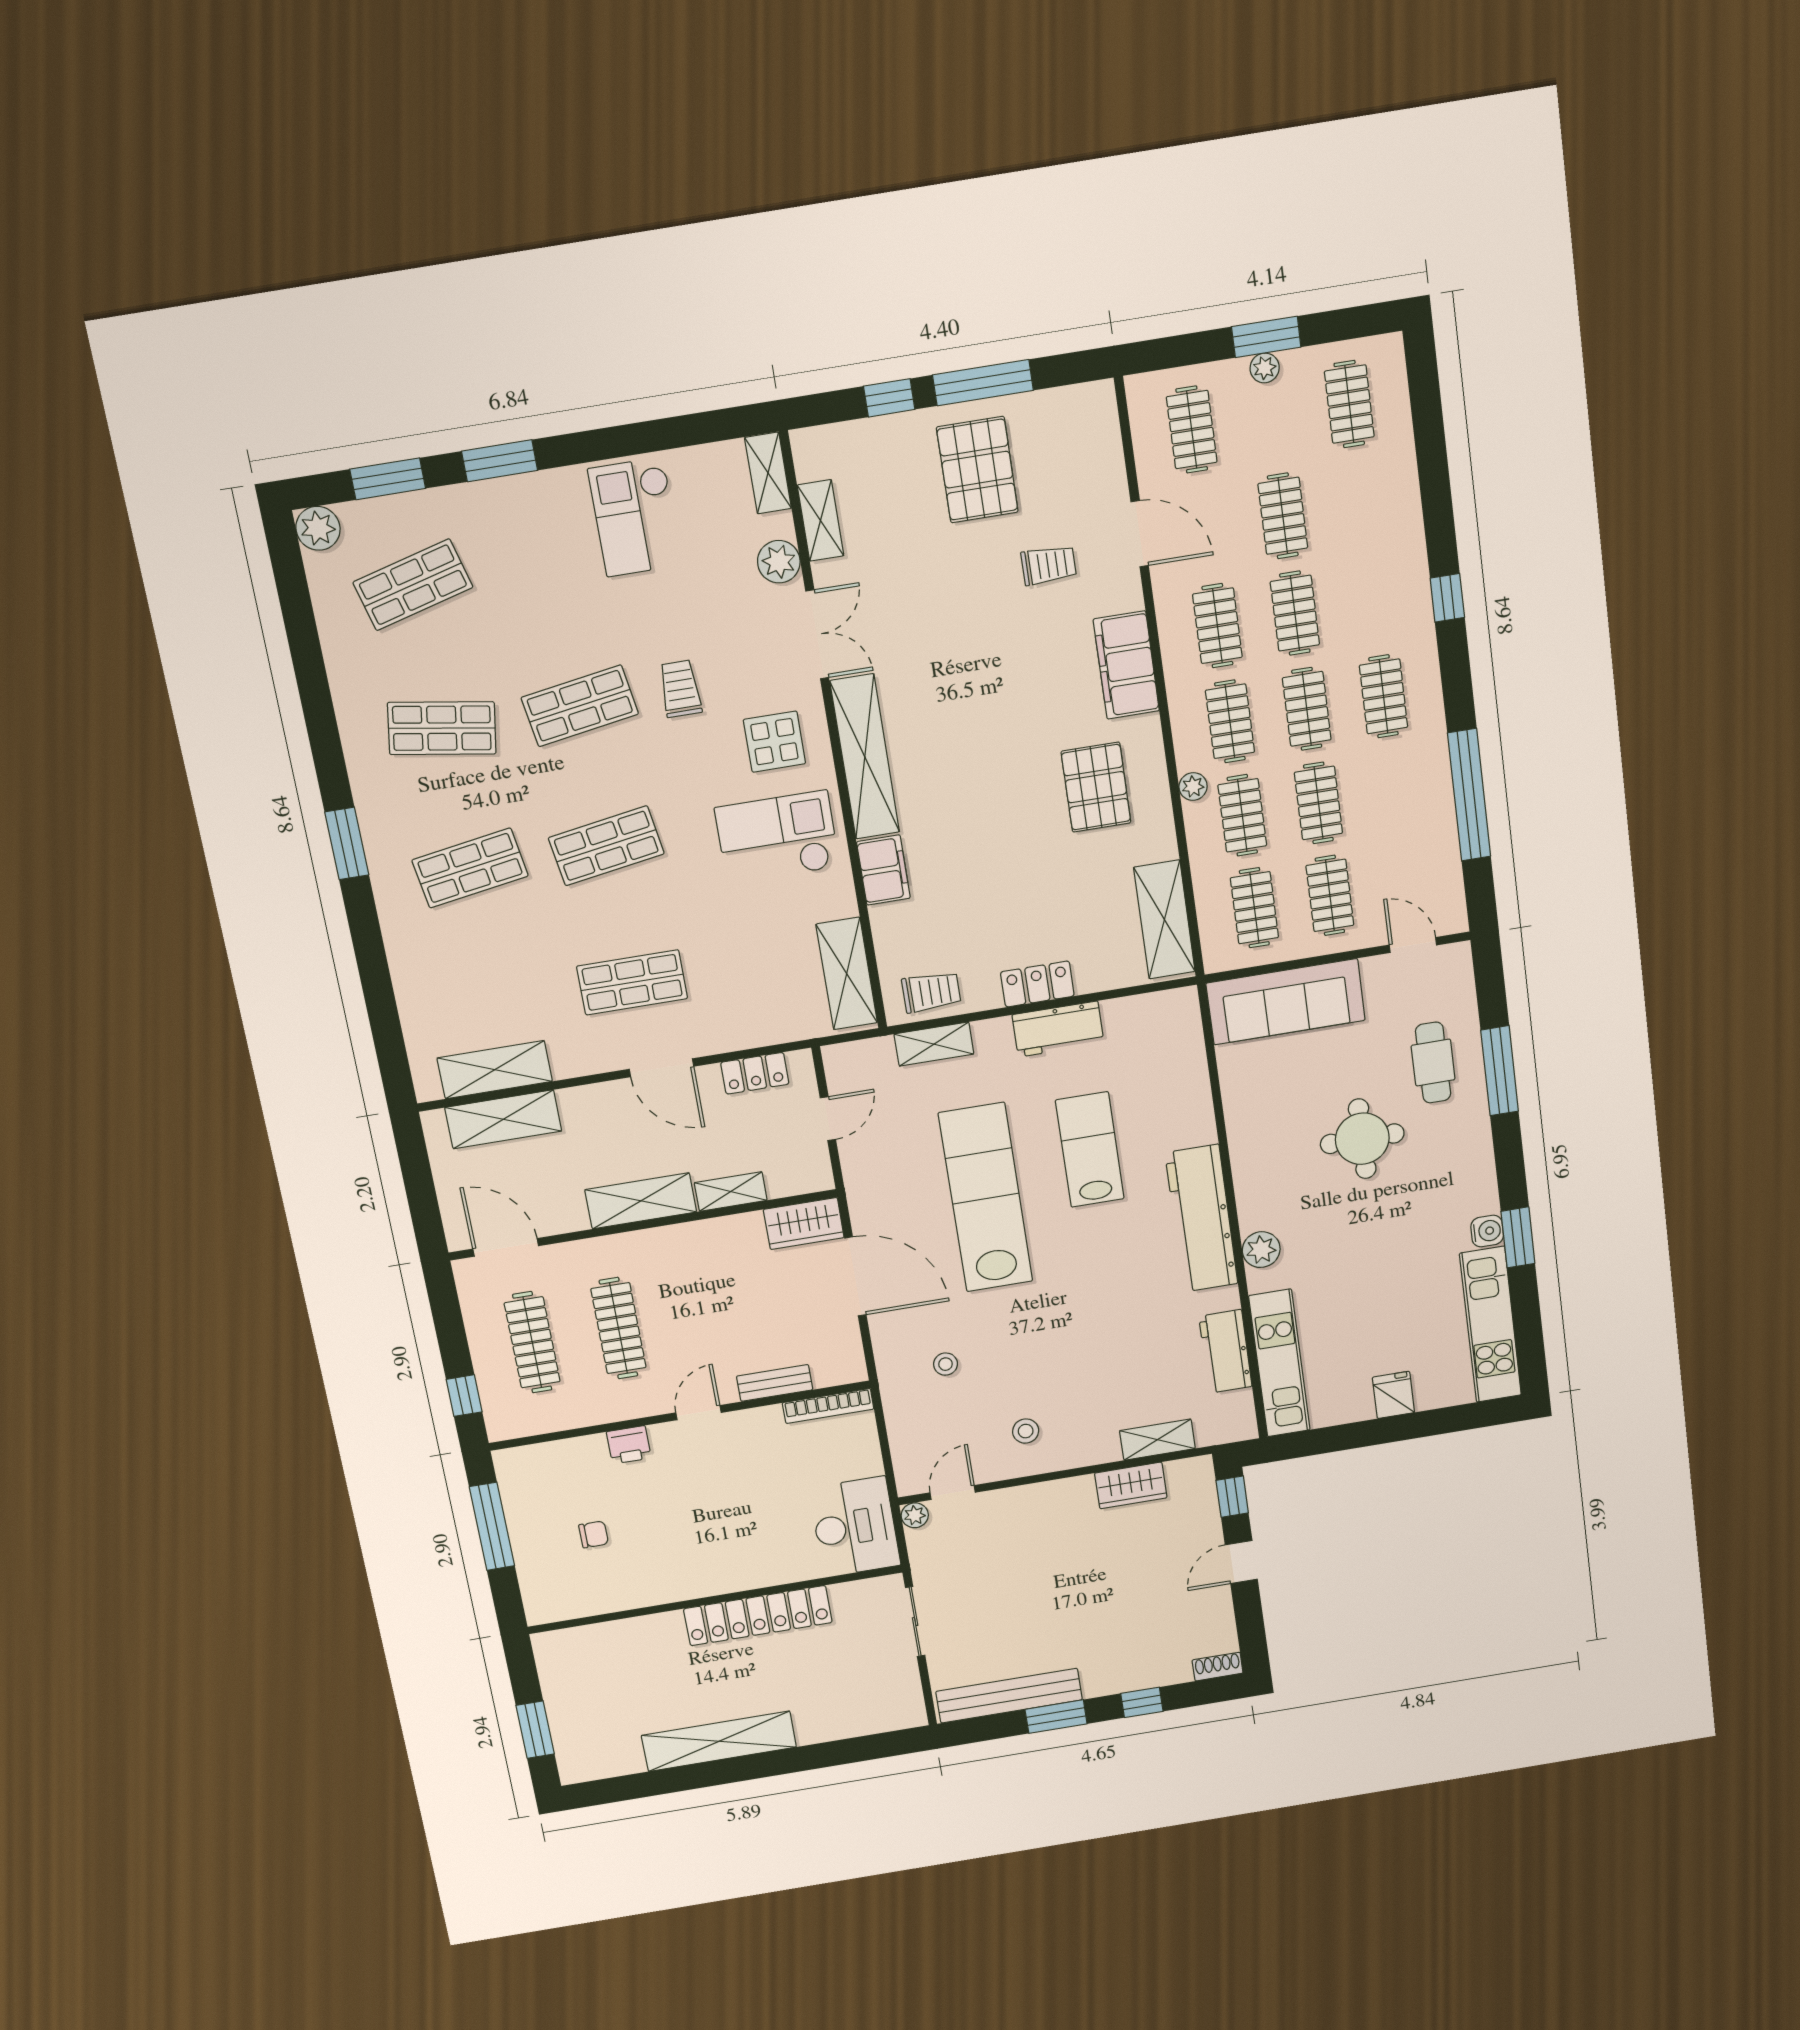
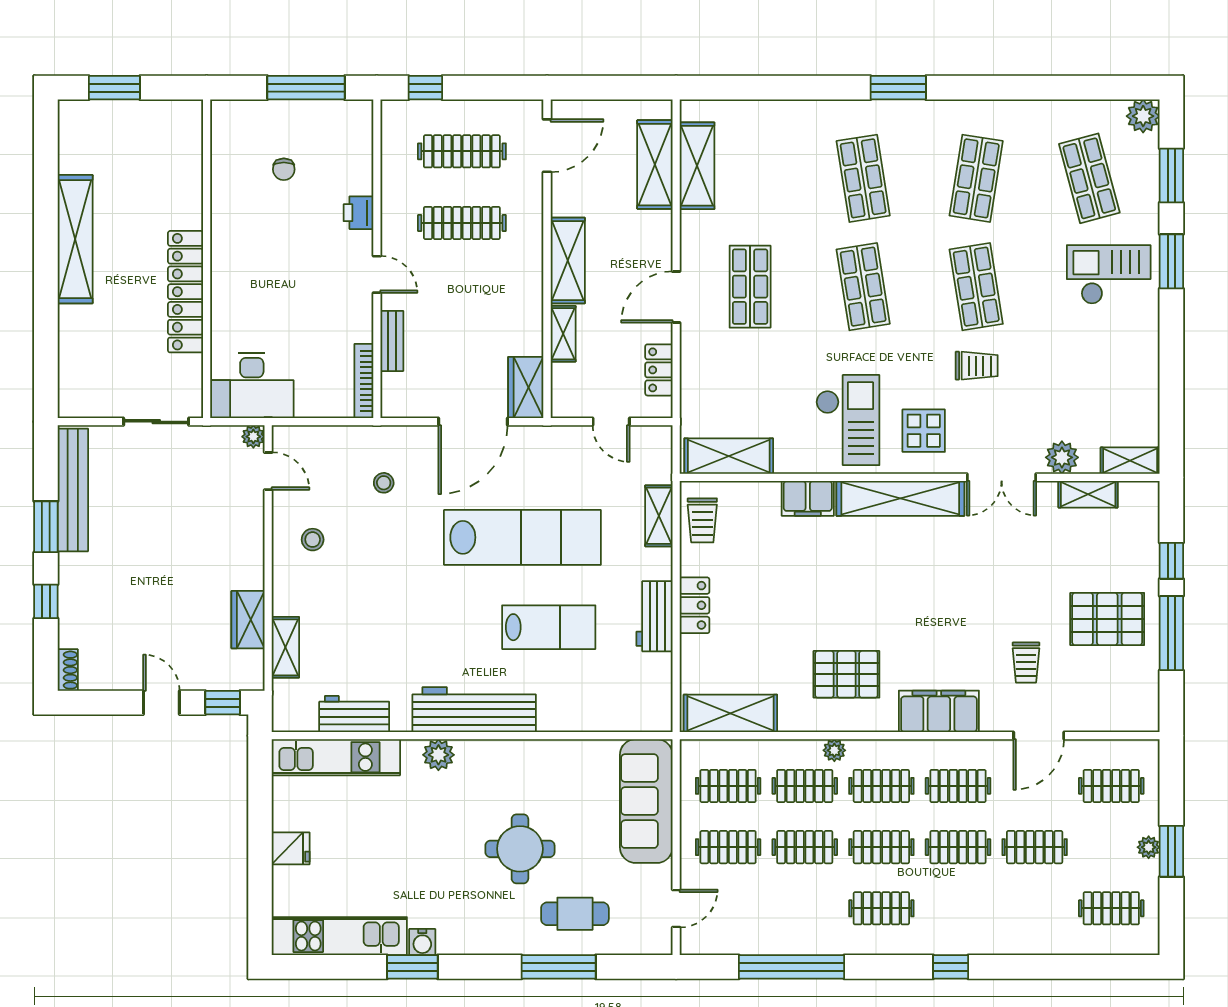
checkout: (635, 517) -> (1109, 274), moved

